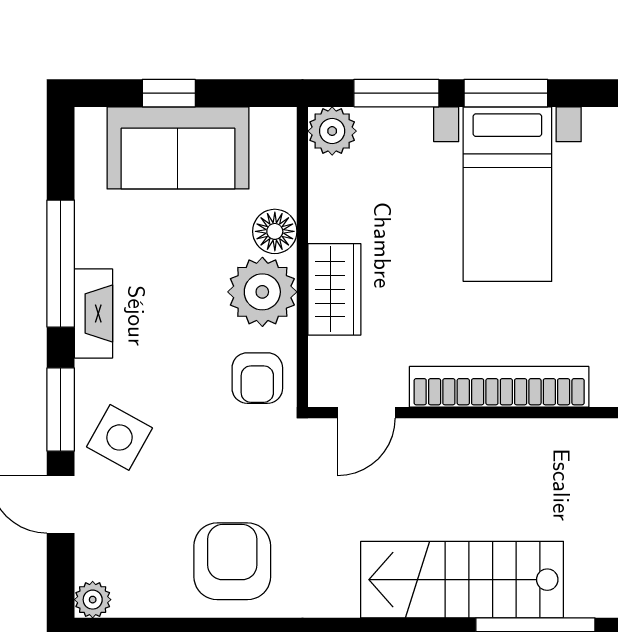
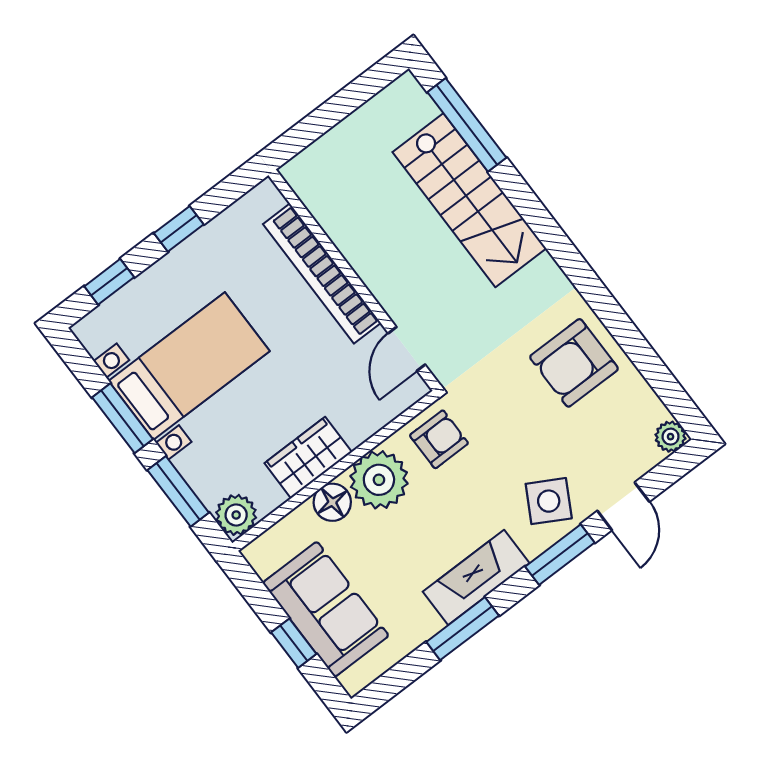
window: (61, 264) -> (463, 629), width x0.69
wardrobe: (334, 289) -> (308, 458), moved
fireplace: (93, 313) -> (476, 577), width x1.37, depth x1.32
door: (366, 413) -> (407, 349), swing flipped

